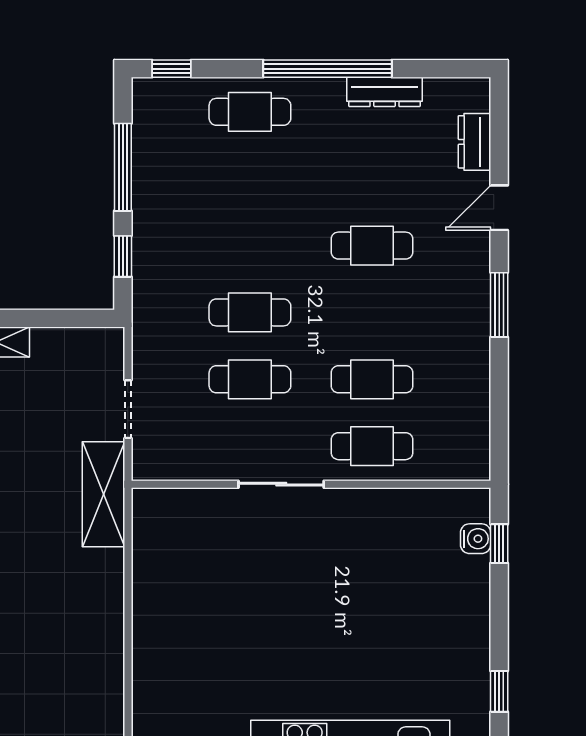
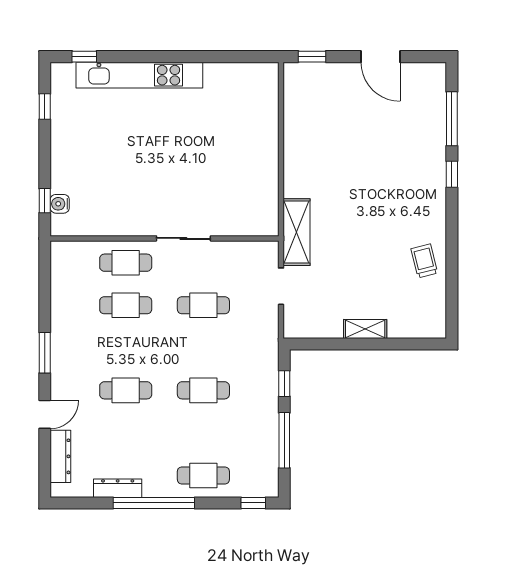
dresser: (474, 142) -> (60, 456), width x1.44
cafe table: (250, 312) -> (203, 390), moved

